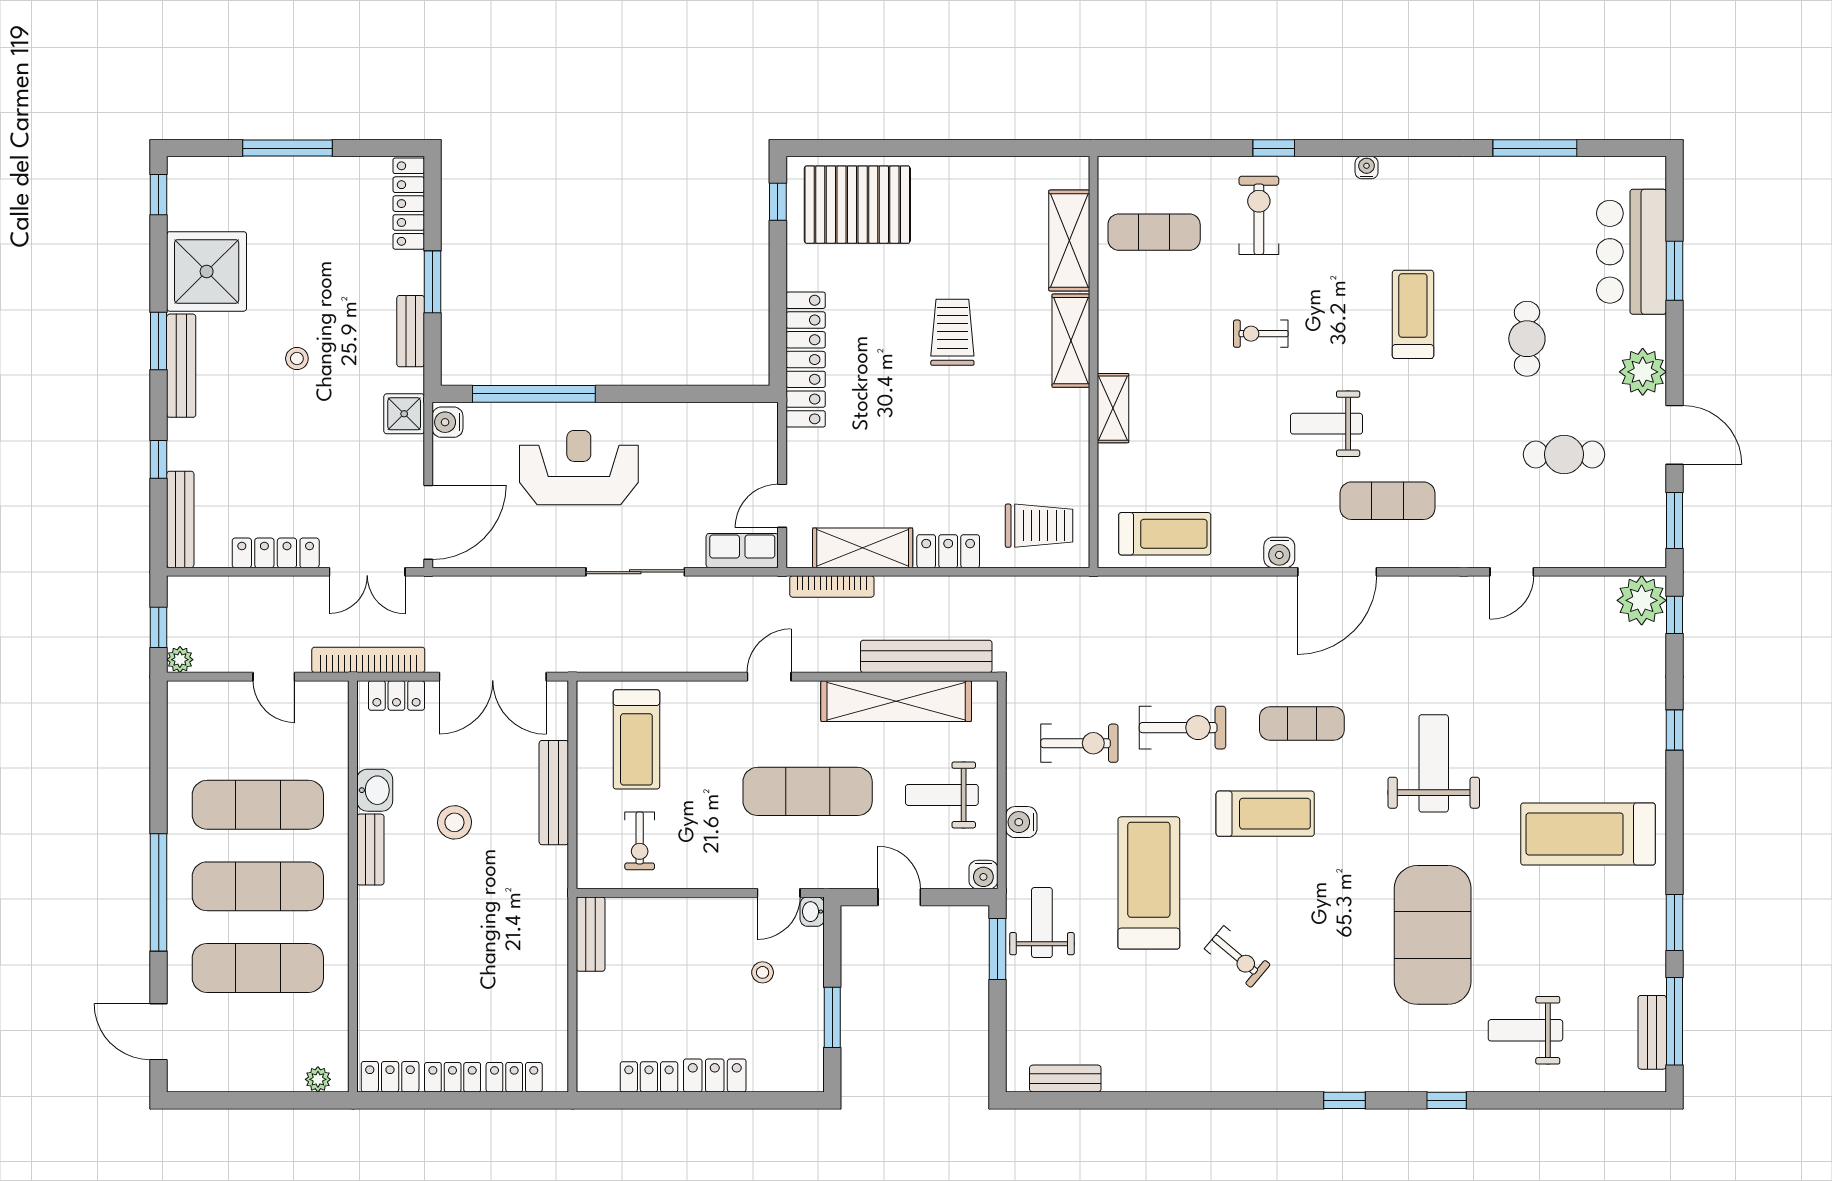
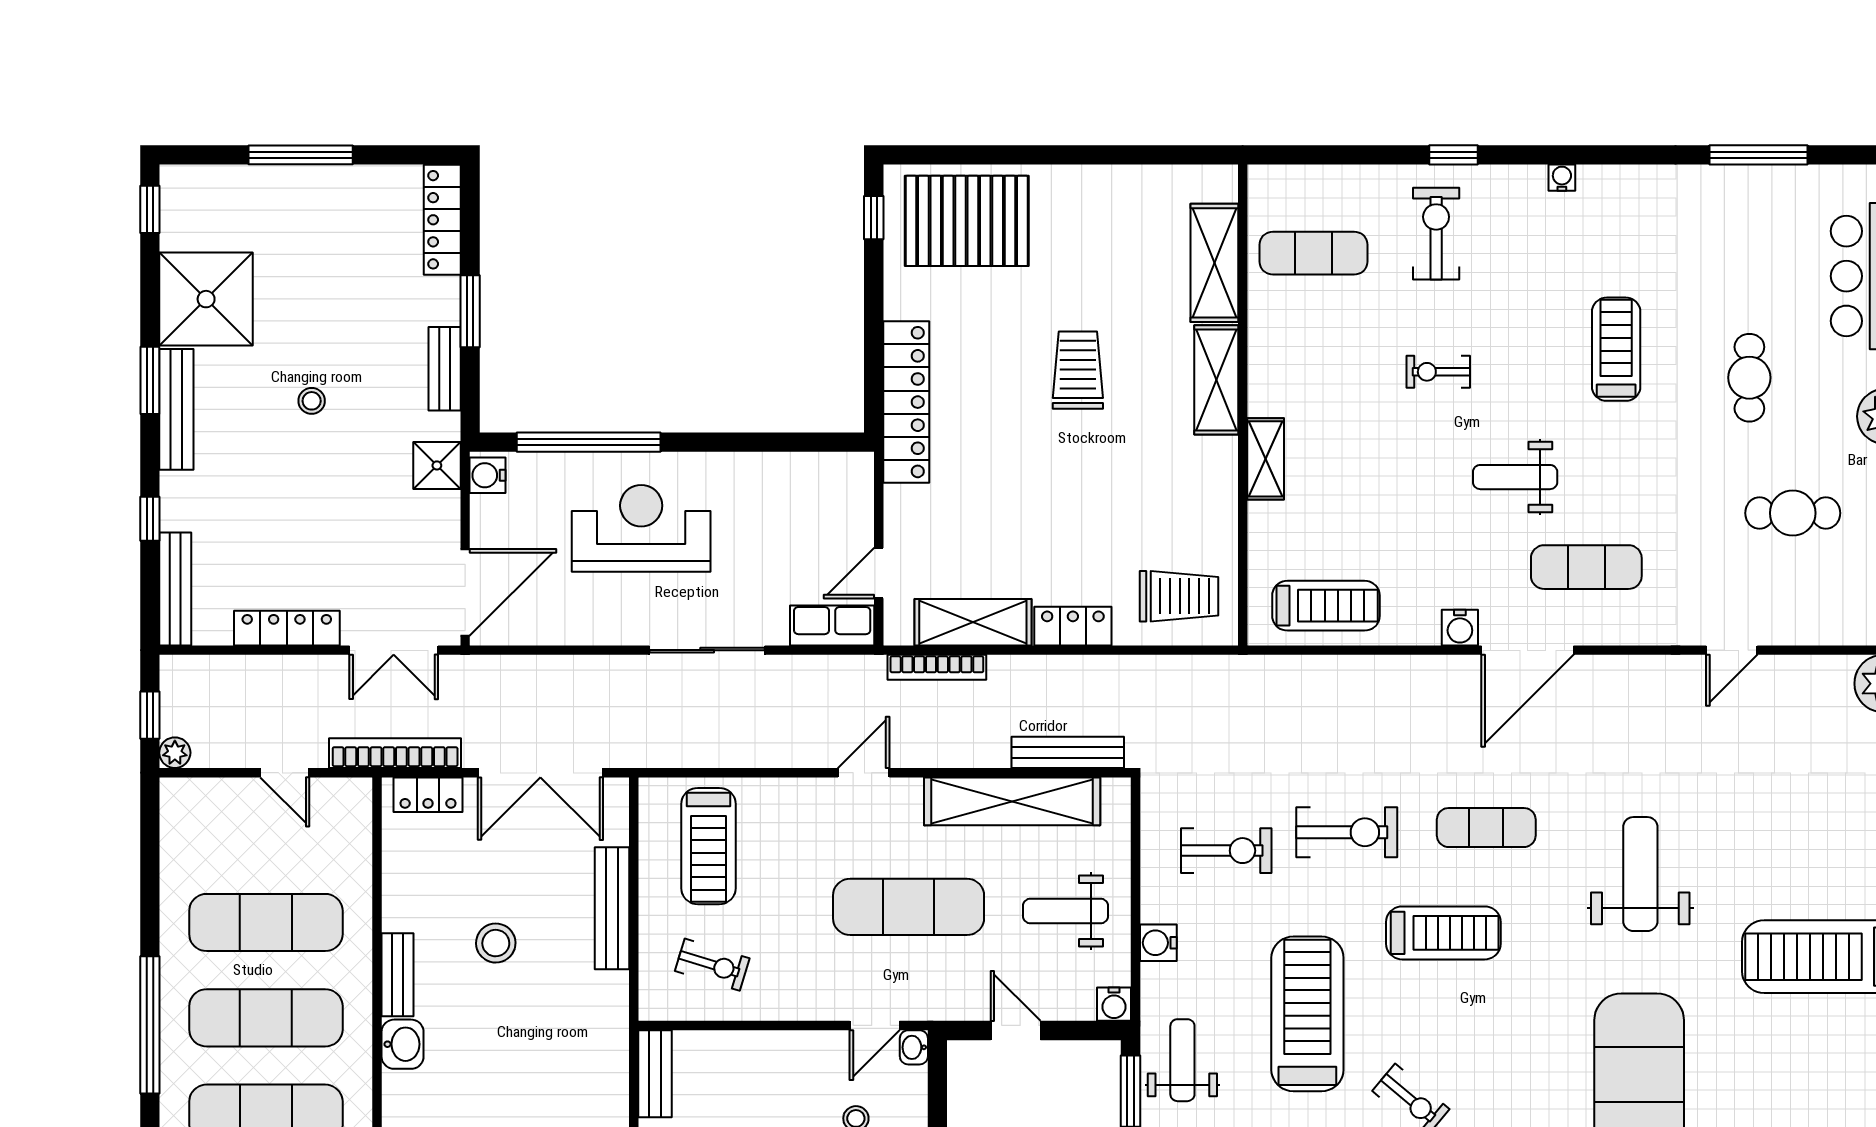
bench: (926, 656) -> (1068, 752), width x0.73, depth x0.82
washbasin: (375, 790) -> (403, 1044), moved
exercise bike: (640, 841) -> (712, 965), turned -73

